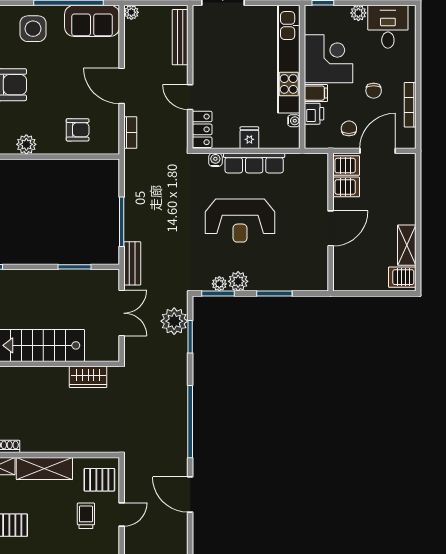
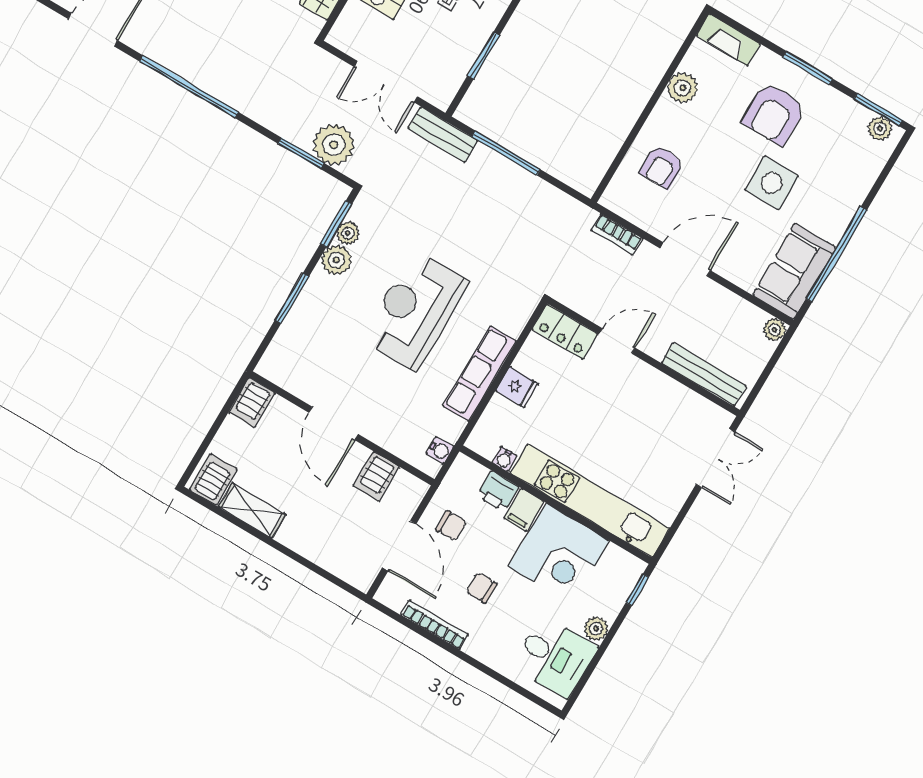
side table: (33, 29) -> (772, 183), moved
water cooler: (215, 160) -> (440, 450), moved
server rack: (346, 166) -> (252, 402), moved

